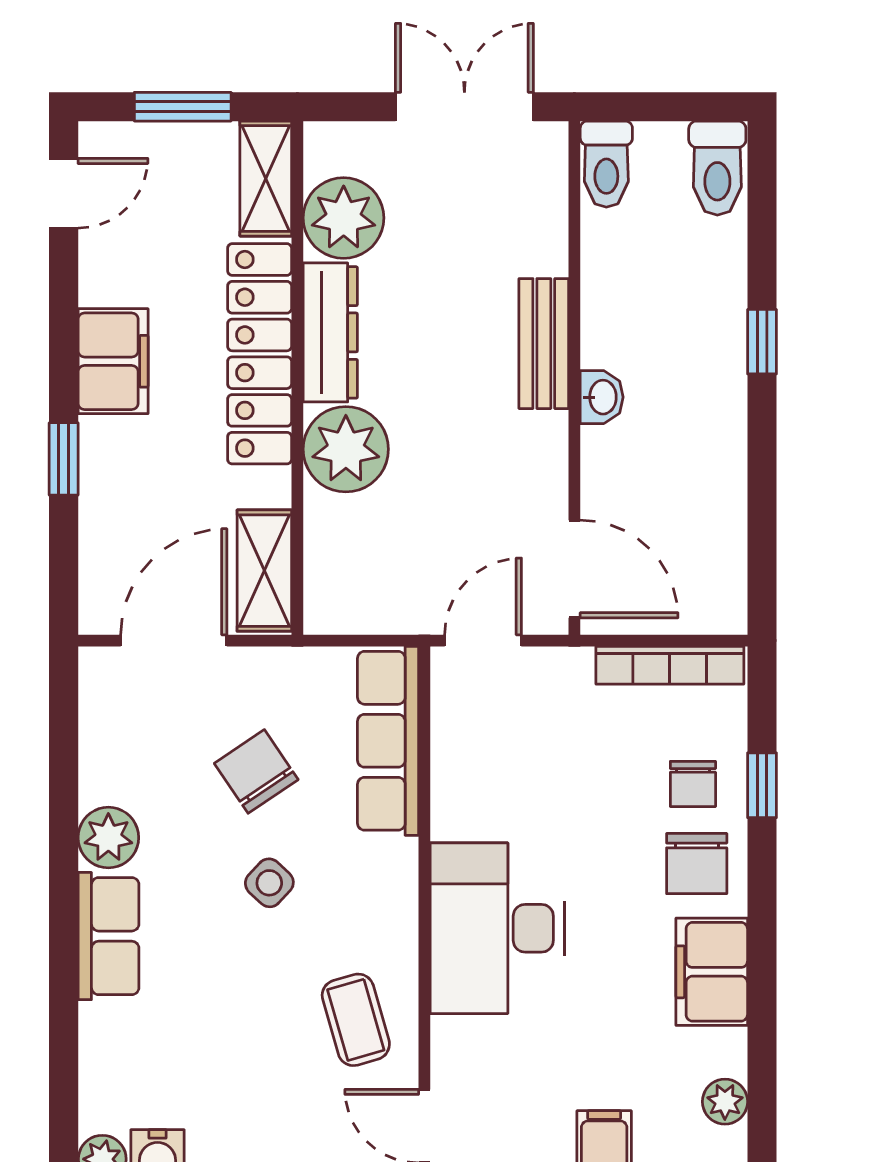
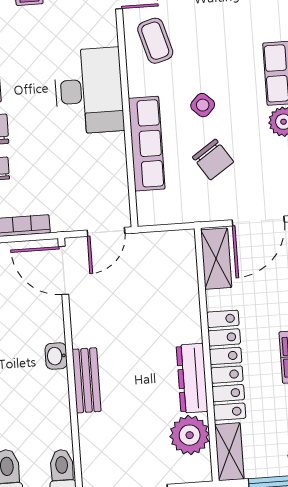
plant: (346, 449) -> (180, 321), removed
row of seats: (388, 741) -> (147, 144), moved

